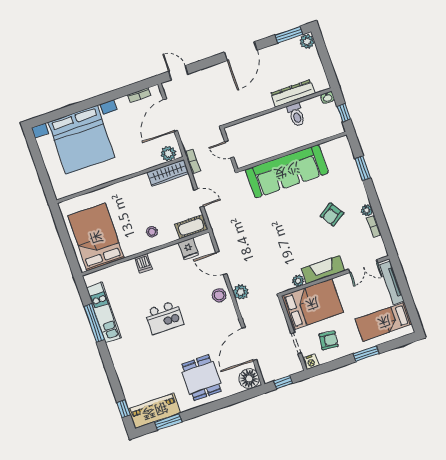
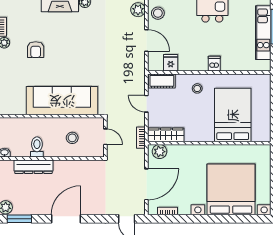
stool: (263, 137) -> (72, 138), added
armchair: (332, 215) -> (36, 50), turned 123
bed: (96, 237) -> (233, 115), moved, turned 180

